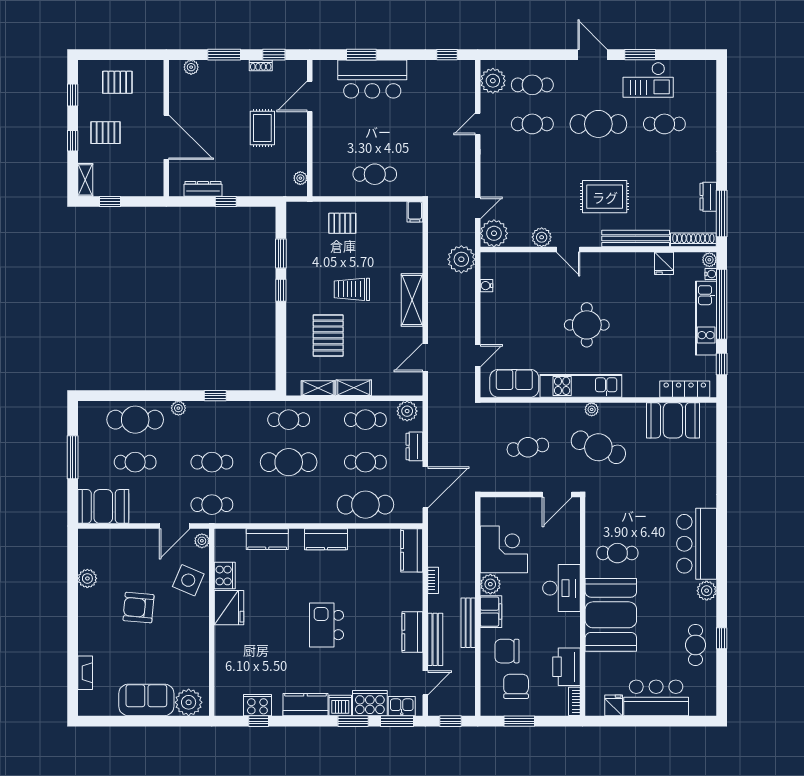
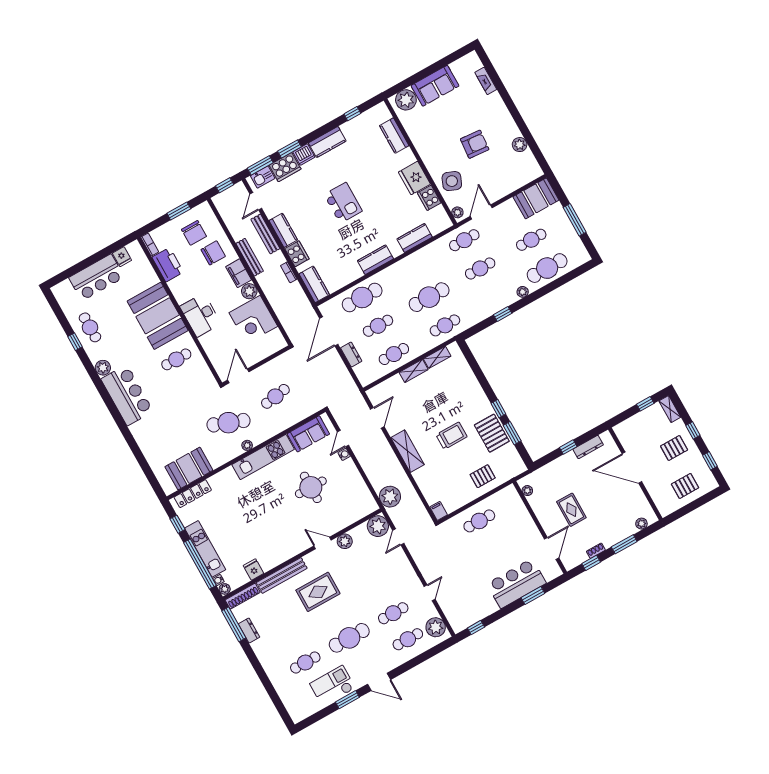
water cooler: (487, 286) -> (344, 454), moved
round table: (587, 325) -> (311, 487), moved
pallet: (328, 335) -> (492, 433), moved
plant: (407, 411) -> (369, 375), removed
kitchen counter: (225, 669) -> (394, 136), added
cooker: (257, 705) -> (297, 254), moved, turned -90

